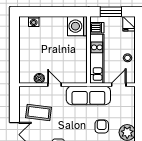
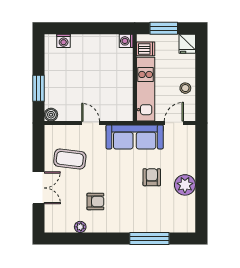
washing machine: (77, 26) -> (126, 41), width x0.53, depth x0.53
window: (14, 58) -> (39, 88), added
boiler: (39, 78) -> (51, 115), moved

